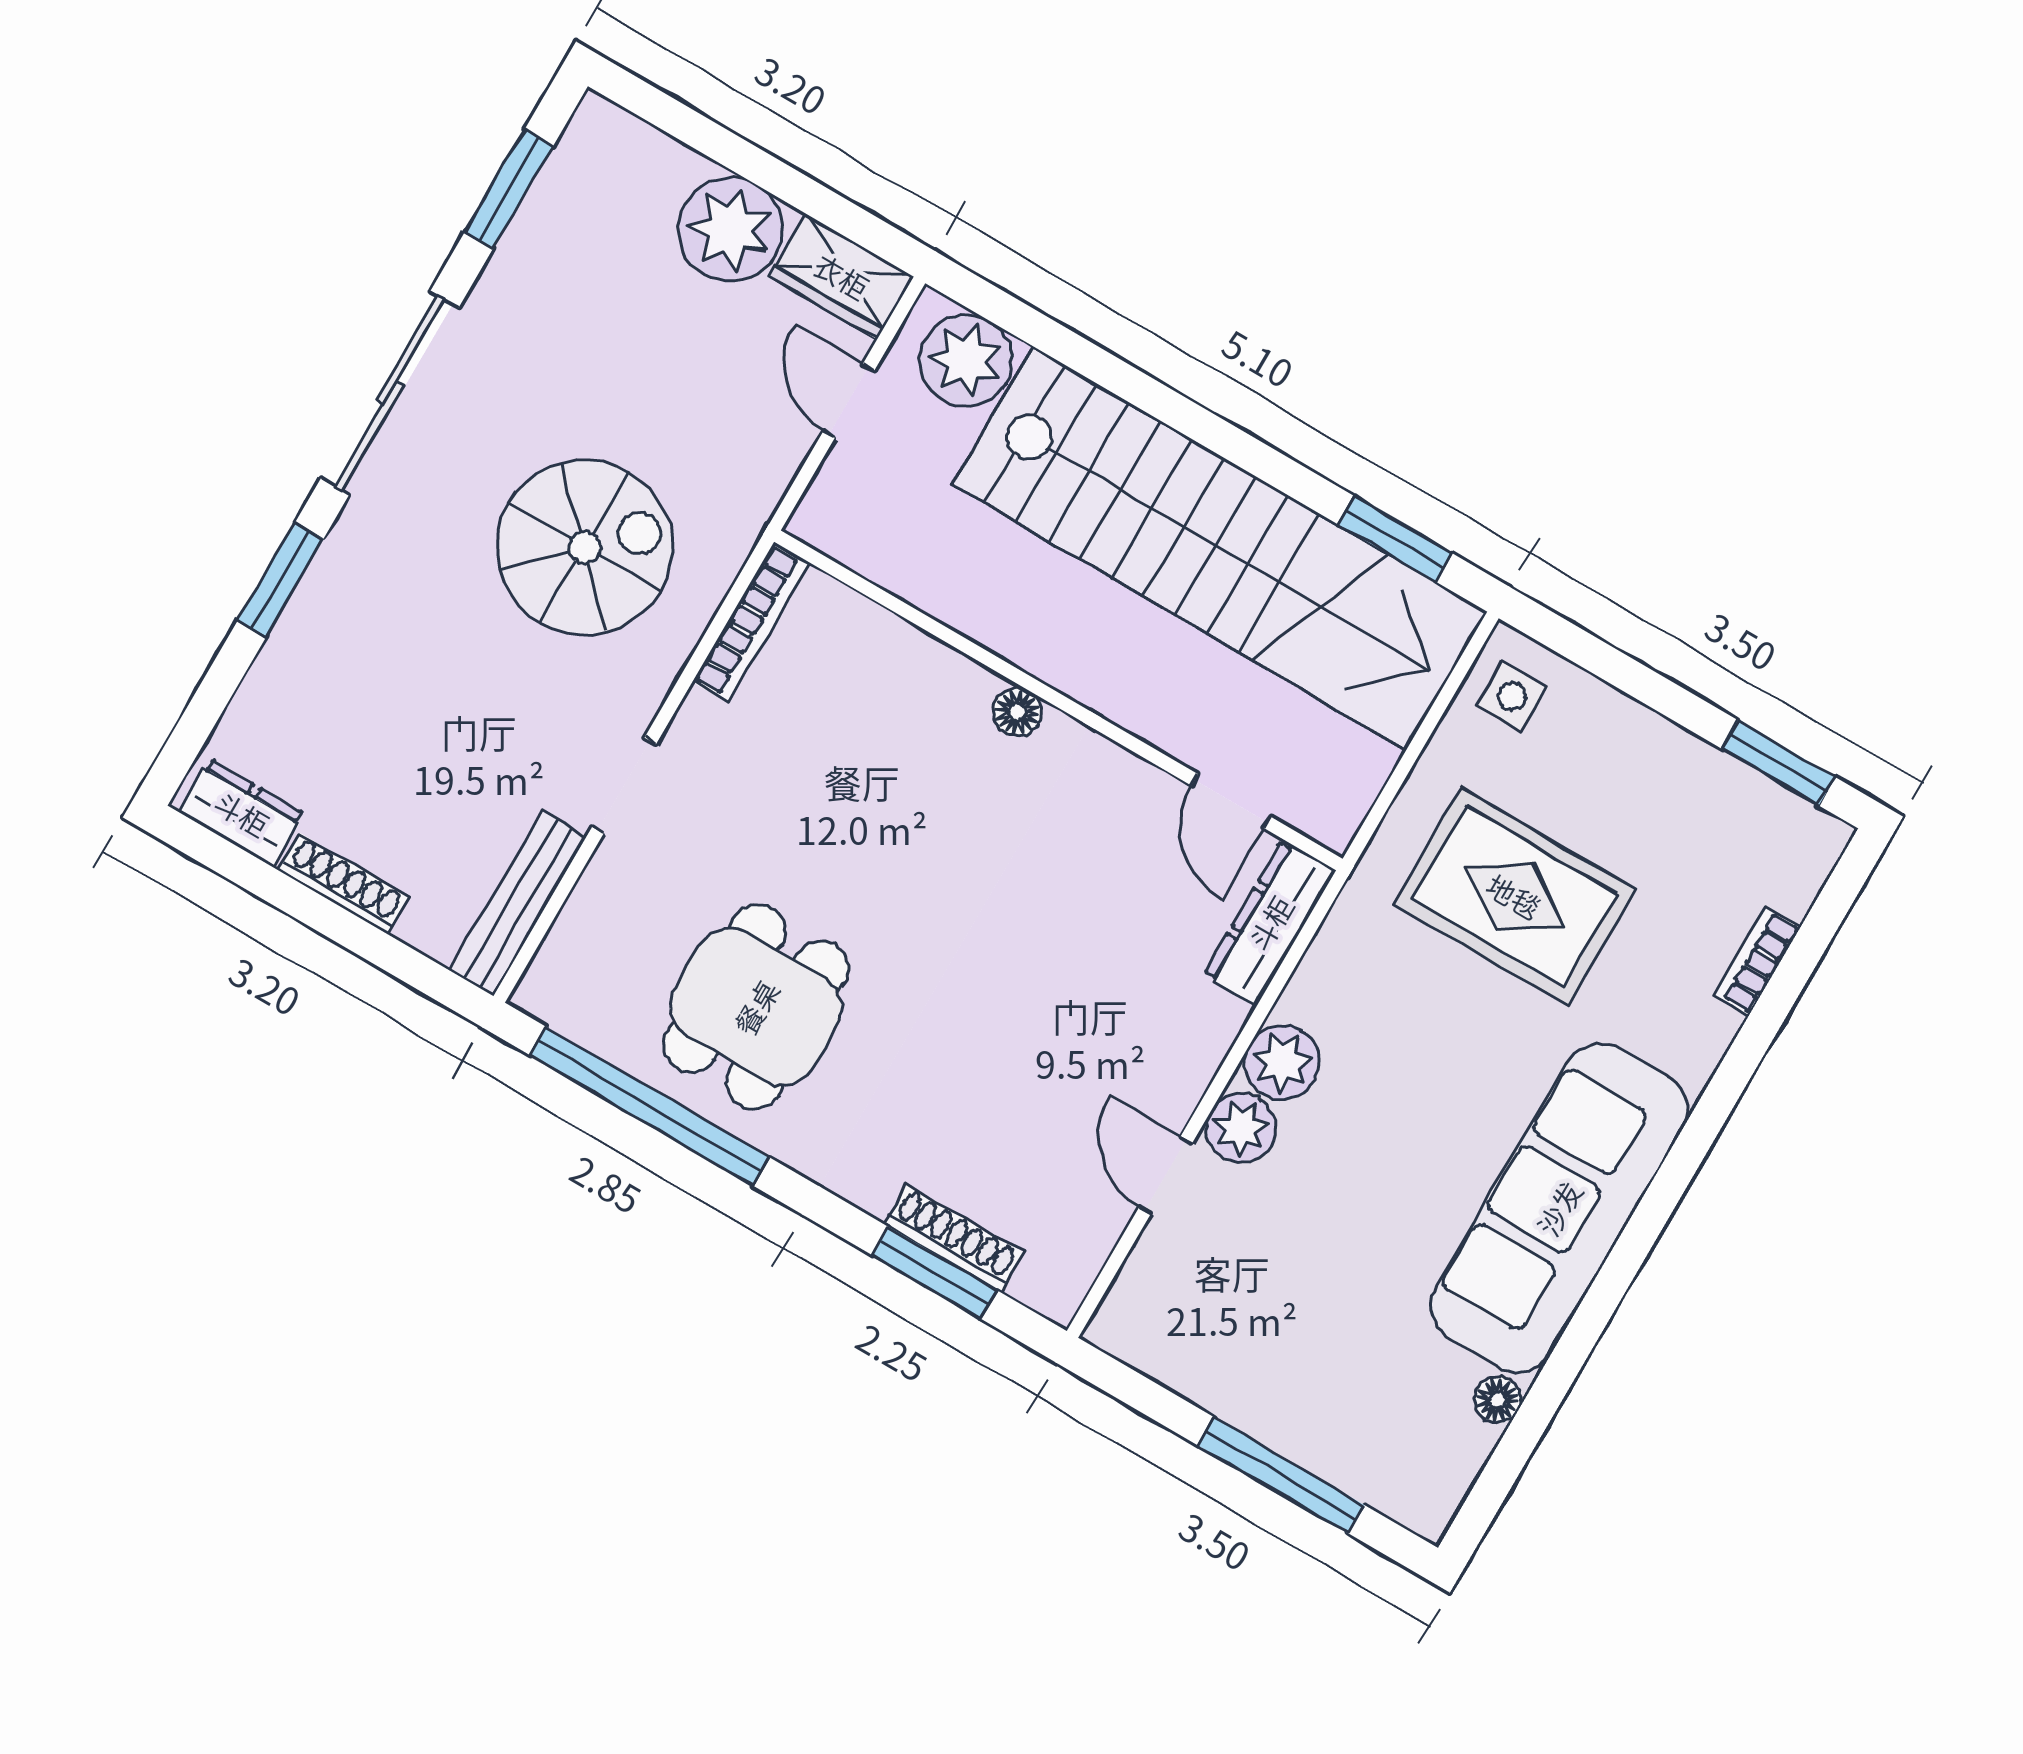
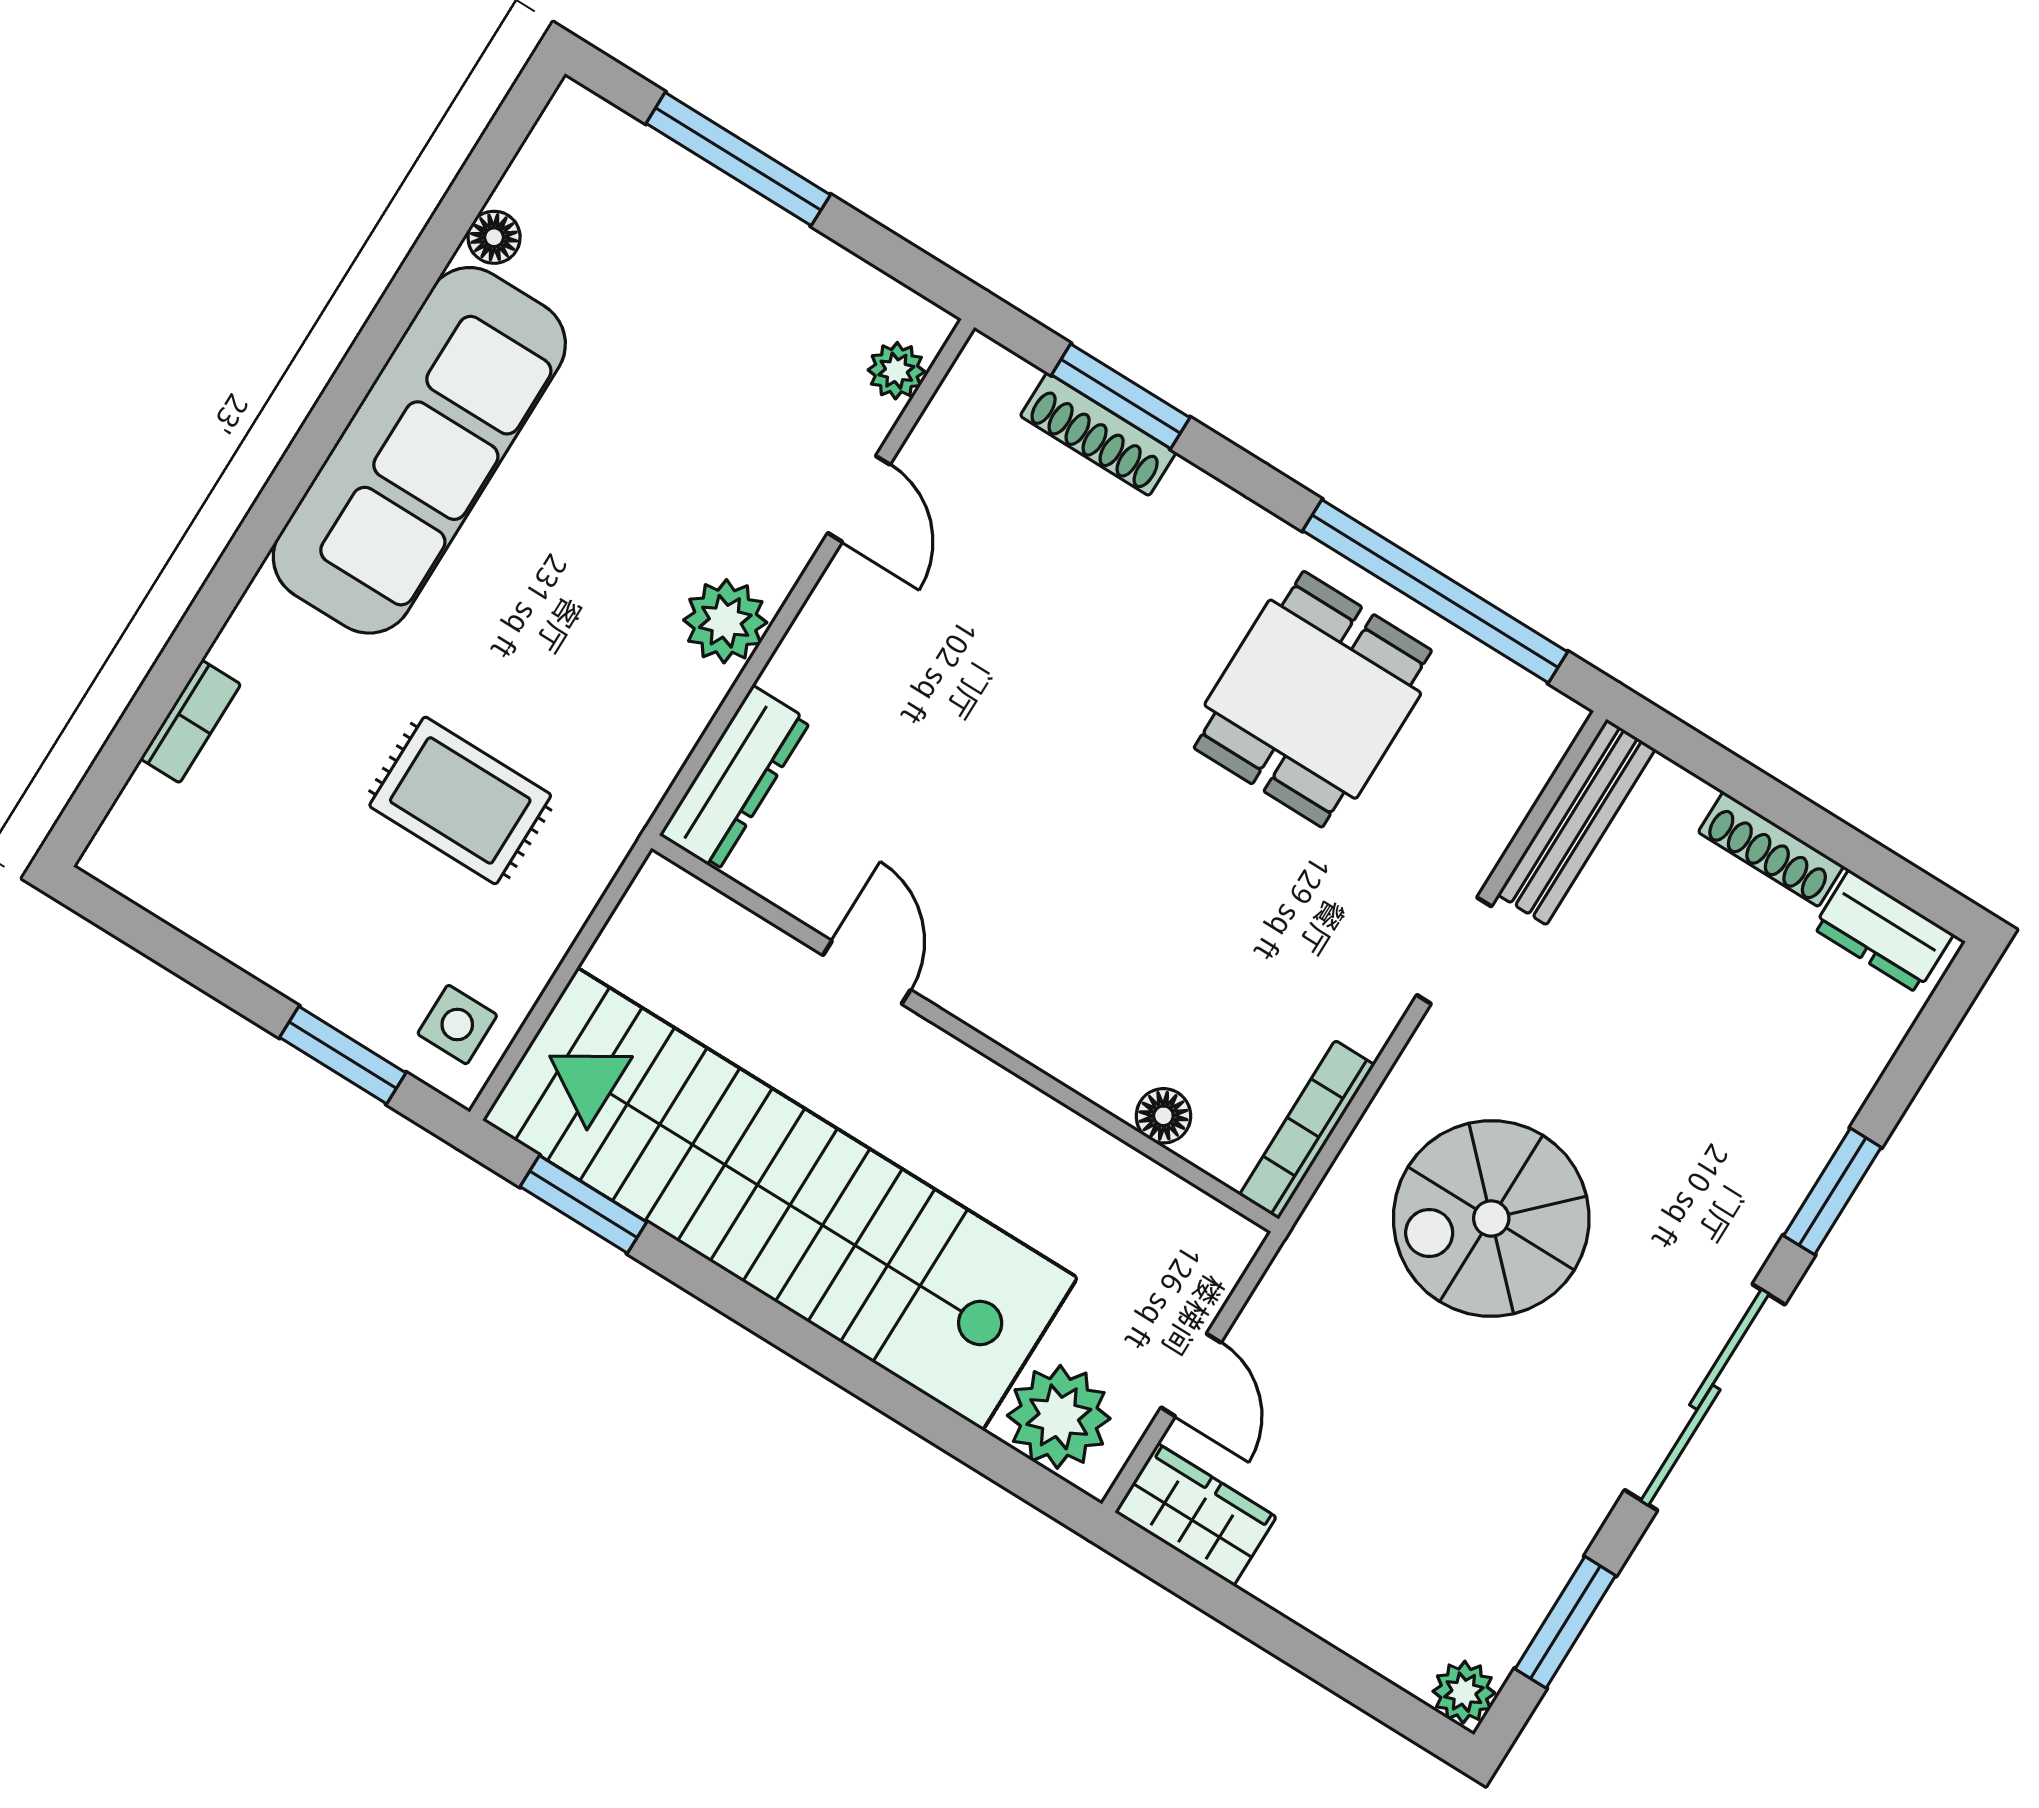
plant: (730, 229) -> (1464, 1692), moved, width x0.53, depth x0.53
floor lamp: (1017, 712) -> (1163, 1116), moved
window: (1778, 763) -> (343, 1055), moved
door: (1231, 801) -> (867, 972), moved
rug: (1514, 896) -> (460, 800), width x0.73, depth x0.70
plant: (1241, 1128) -> (896, 371), moved, width x0.73, depth x0.73

